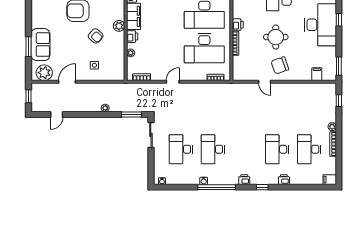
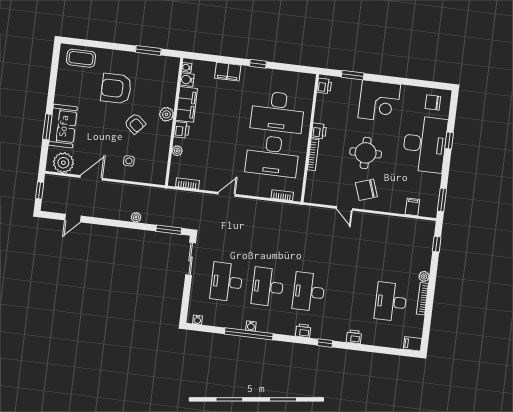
desk: (277, 149) -> (309, 292), moved
window: (217, 187) -> (249, 334), moved

